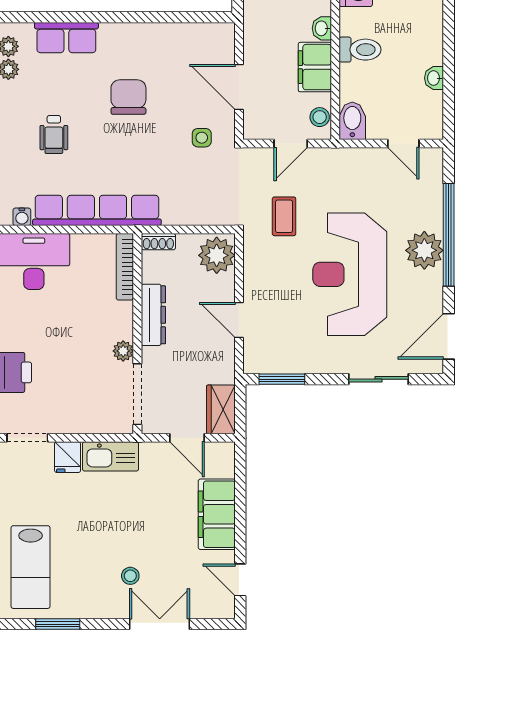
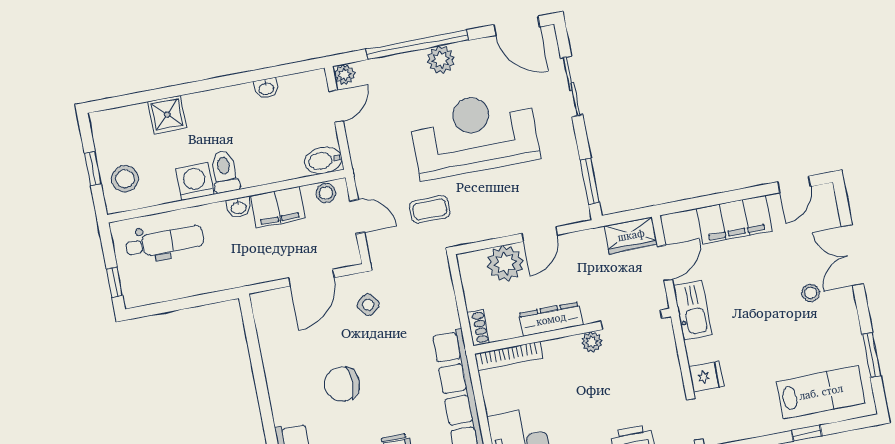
toilet: (360, 50) -> (225, 171), moved
side table: (202, 138) -> (368, 305), turned -36
plant: (433, 158) -> (345, 75), added
plant: (424, 250) -> (441, 60), width x0.73, depth x0.73
plant: (217, 255) -> (505, 263), moved
reception desk: (350, 274) -> (474, 134), turned 180
kitchen sink: (110, 456) -> (693, 310), moved

